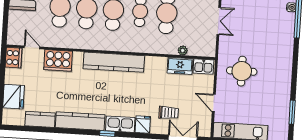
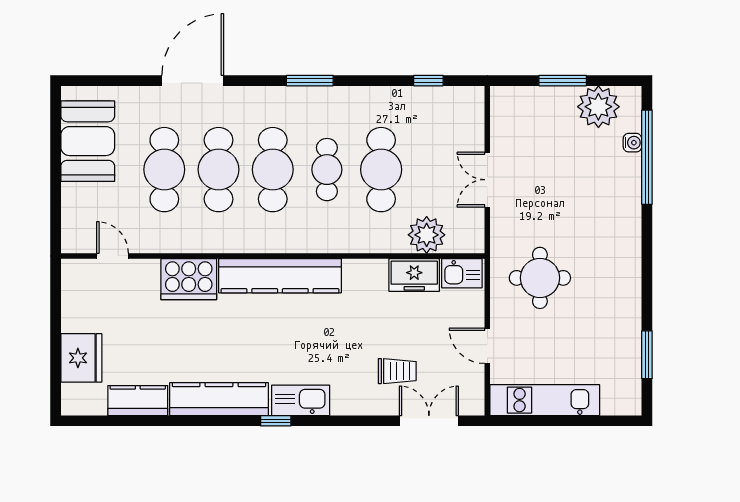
double door: (219, 21) -> (487, 180), swing flipped
plant: (183, 50) -> (427, 235), width x1.88, depth x1.88
cooker: (14, 58) -> (76, 279), removed
cooker: (58, 60) -> (189, 279), moved
fridge: (143, 124) -> (346, 398), removed

